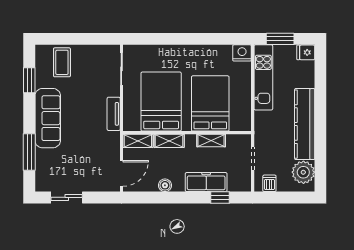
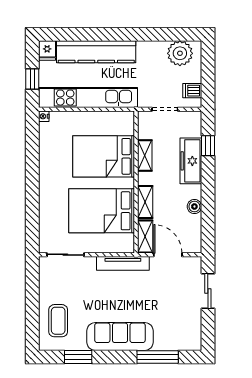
window: (280, 39) -> (32, 79), width x0.67
nightstand: (242, 53) -> (44, 116), width x0.53, depth x0.56
coffee table: (62, 62) -> (58, 321), turned 90
kitchen unit: (263, 77) -> (88, 98), width x1.36
tv unit: (114, 114) -> (123, 263), width x1.41
kitchen counter: (305, 124) -> (96, 52), moved
door: (121, 173) -> (168, 255), moved
sliding door: (67, 197) -> (208, 291), moved

